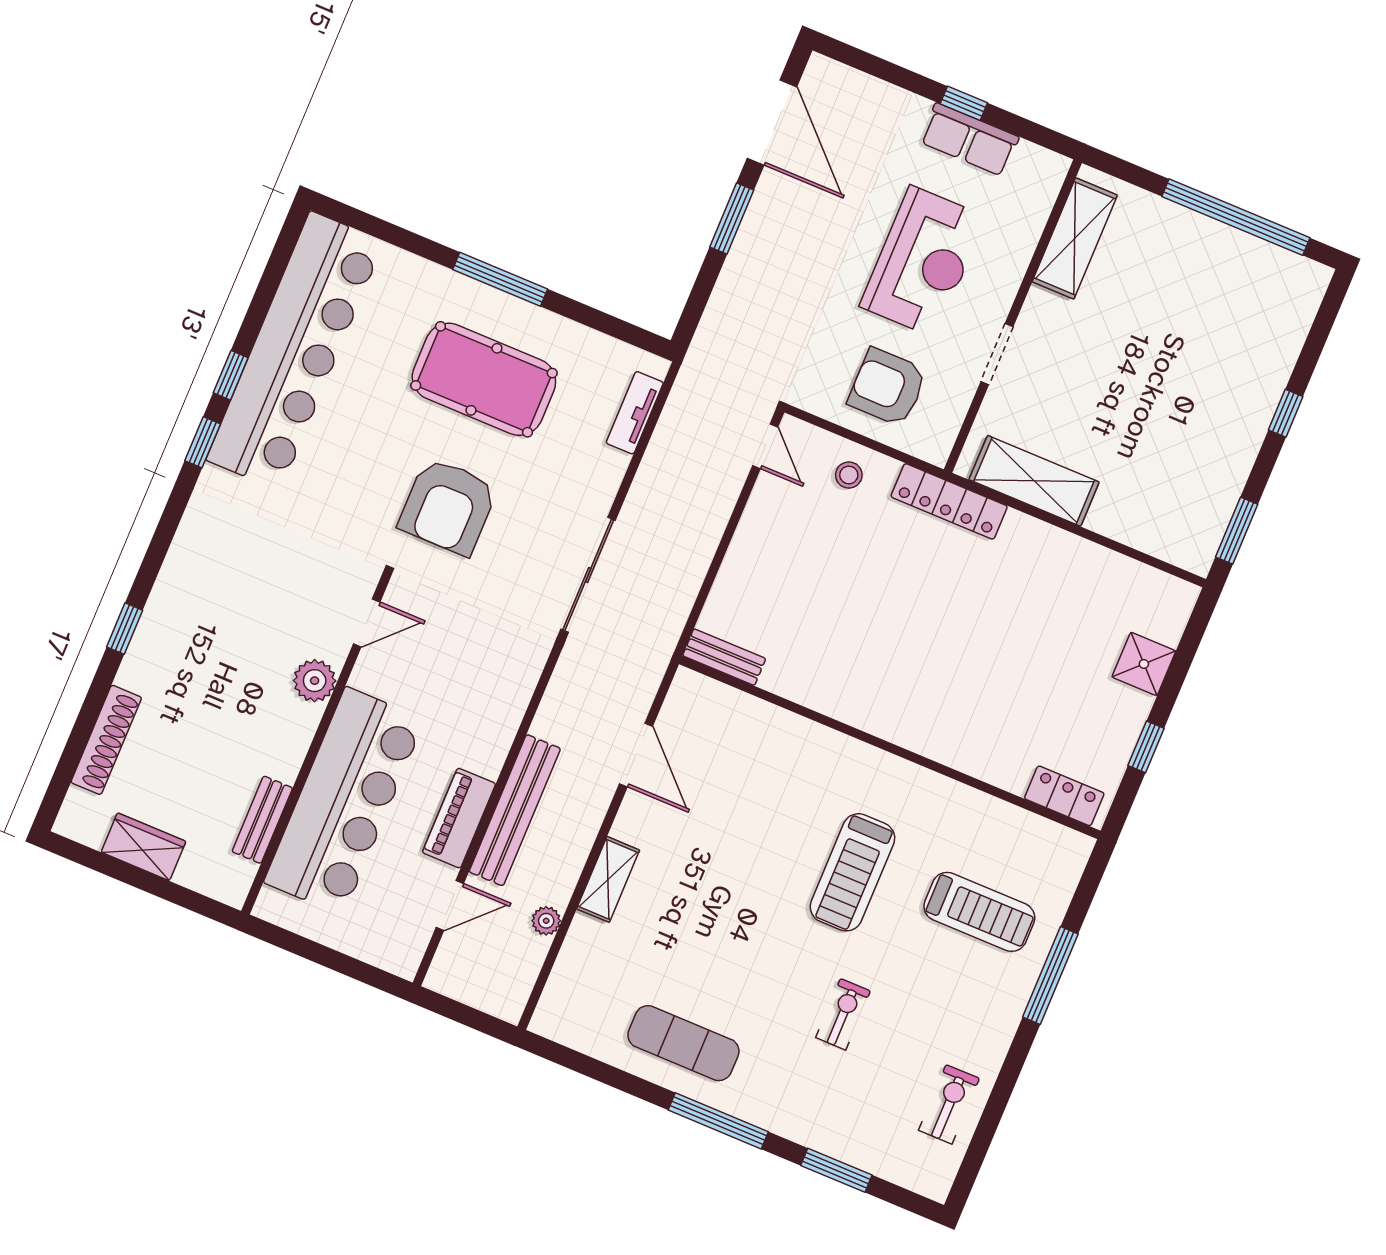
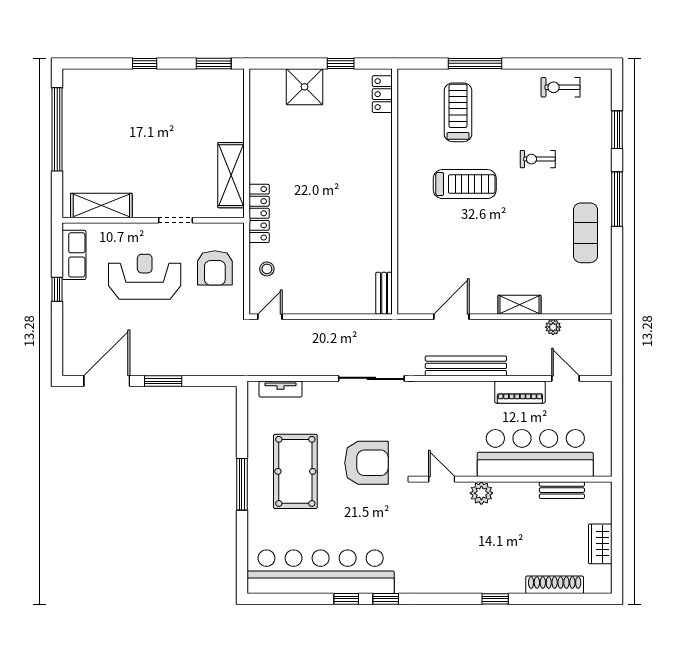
row of seats: (969, 139) -> (74, 255), moved
shower: (1144, 664) -> (305, 87), width x1.36, depth x1.36
bench: (515, 810) -> (466, 366), moved

